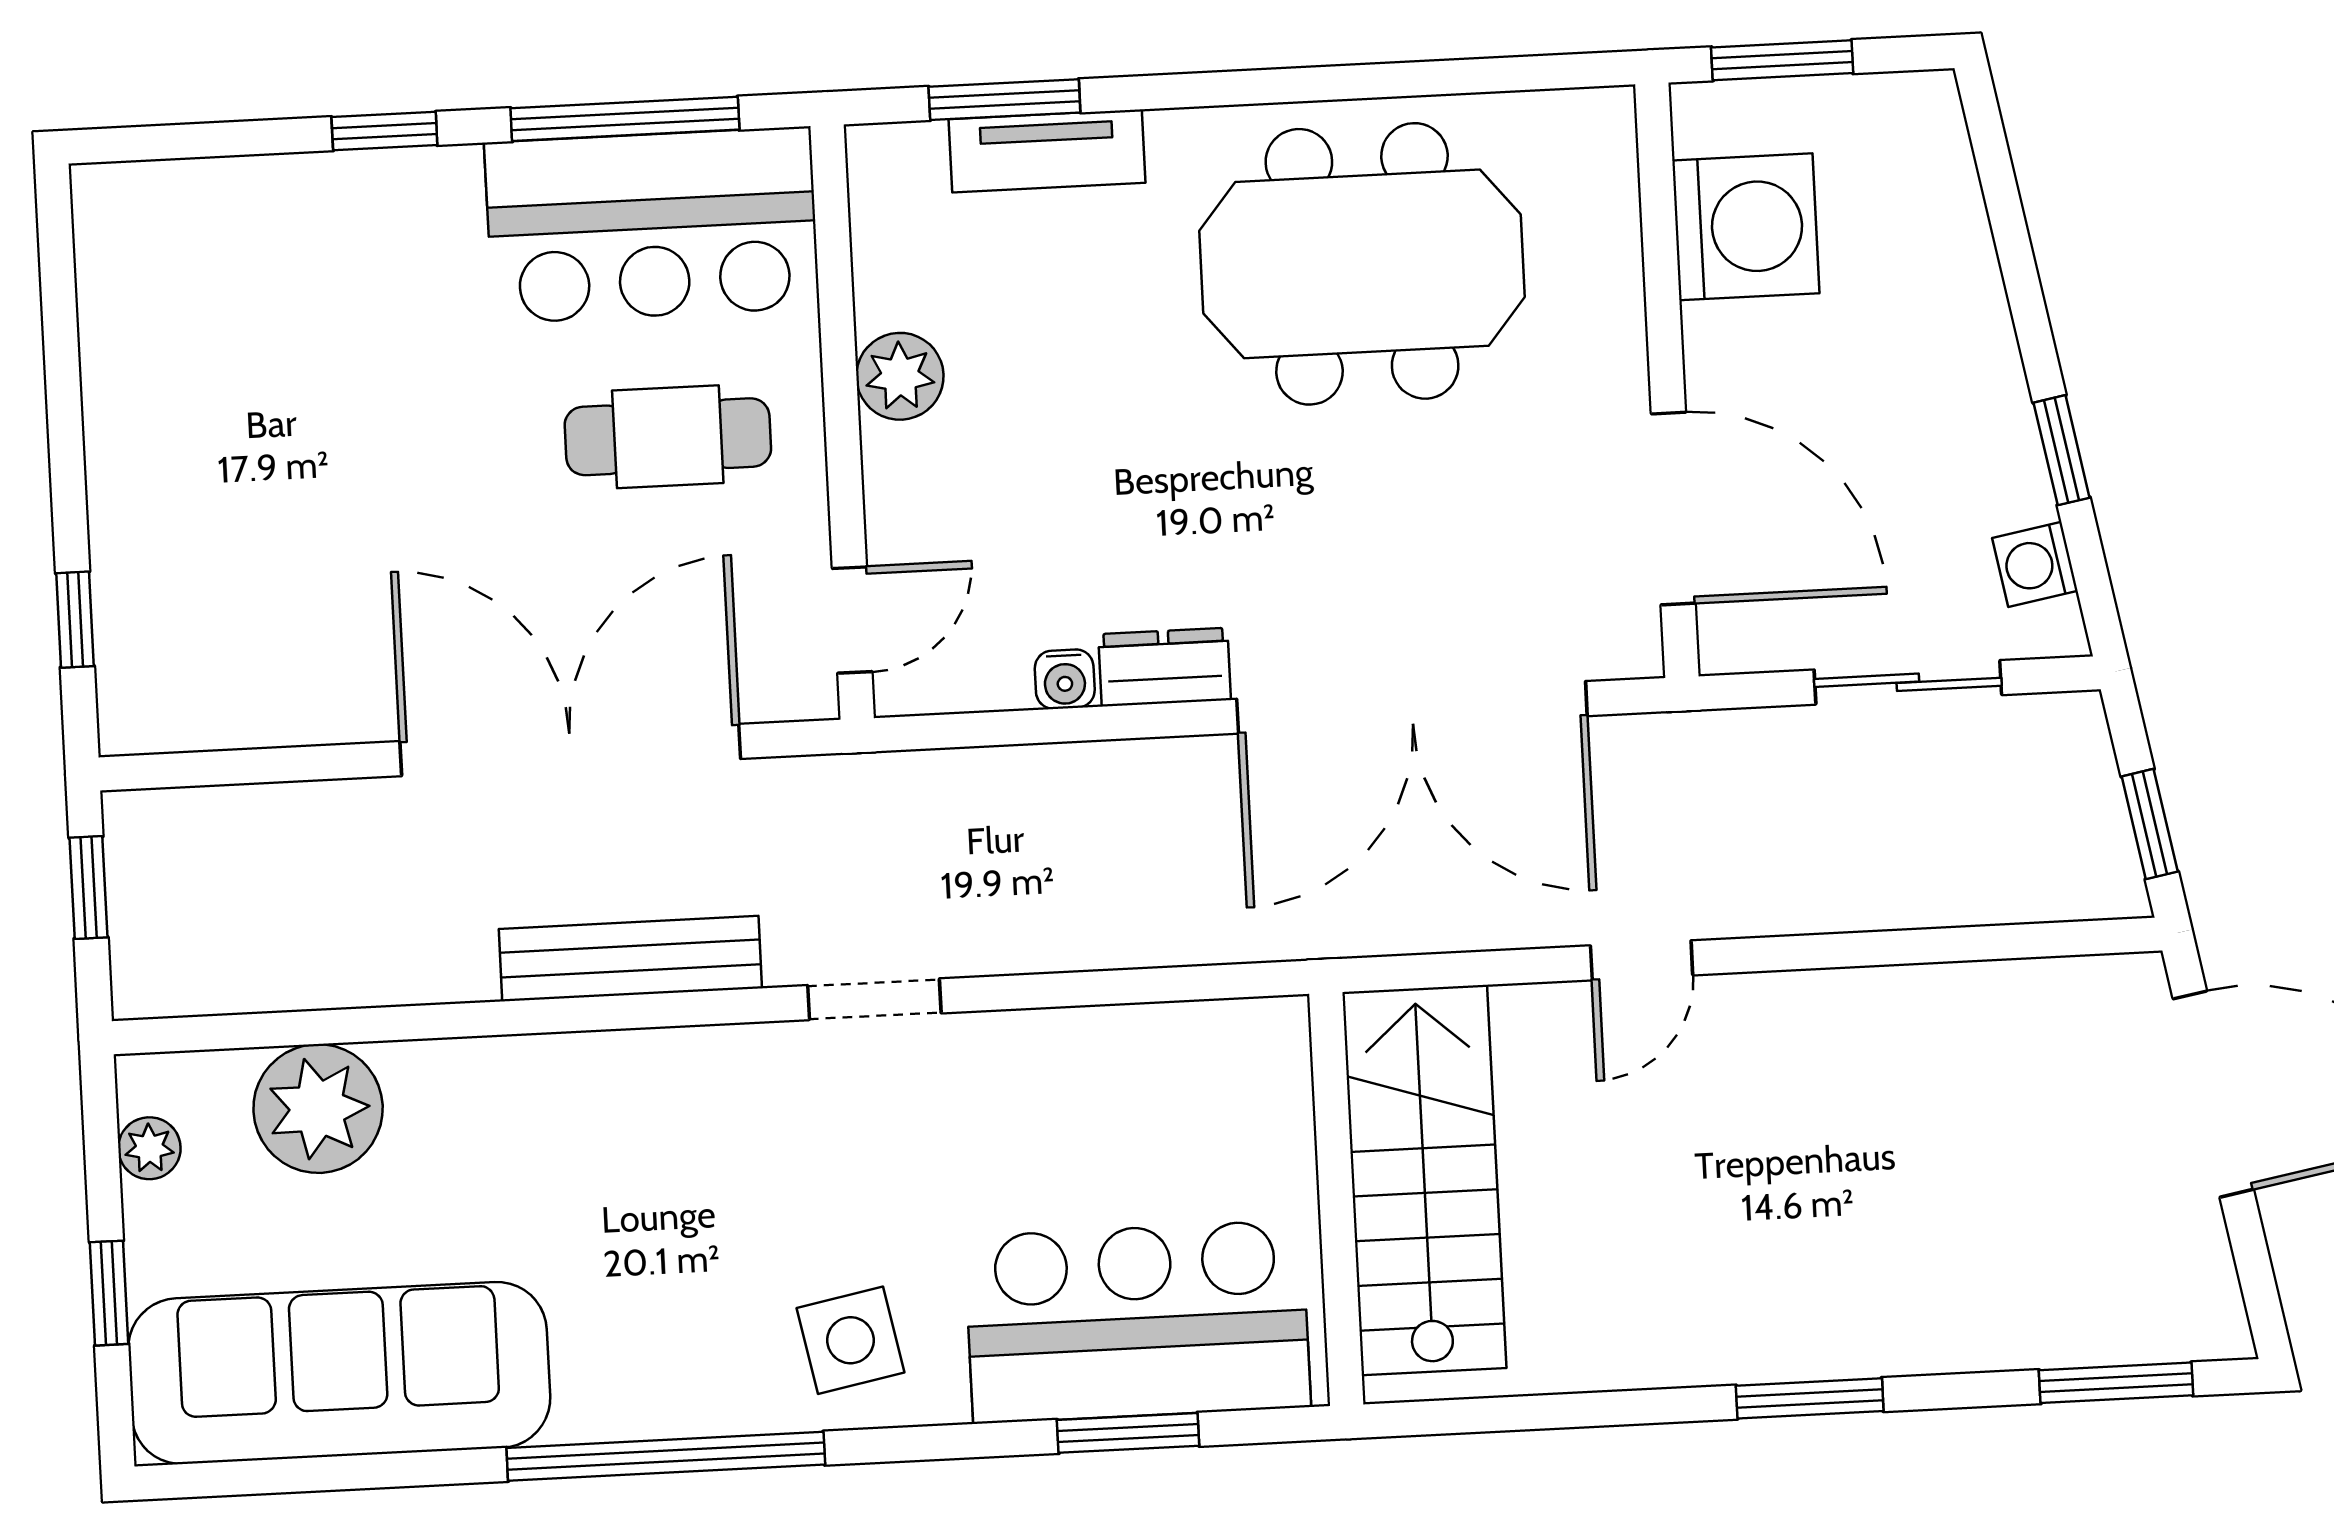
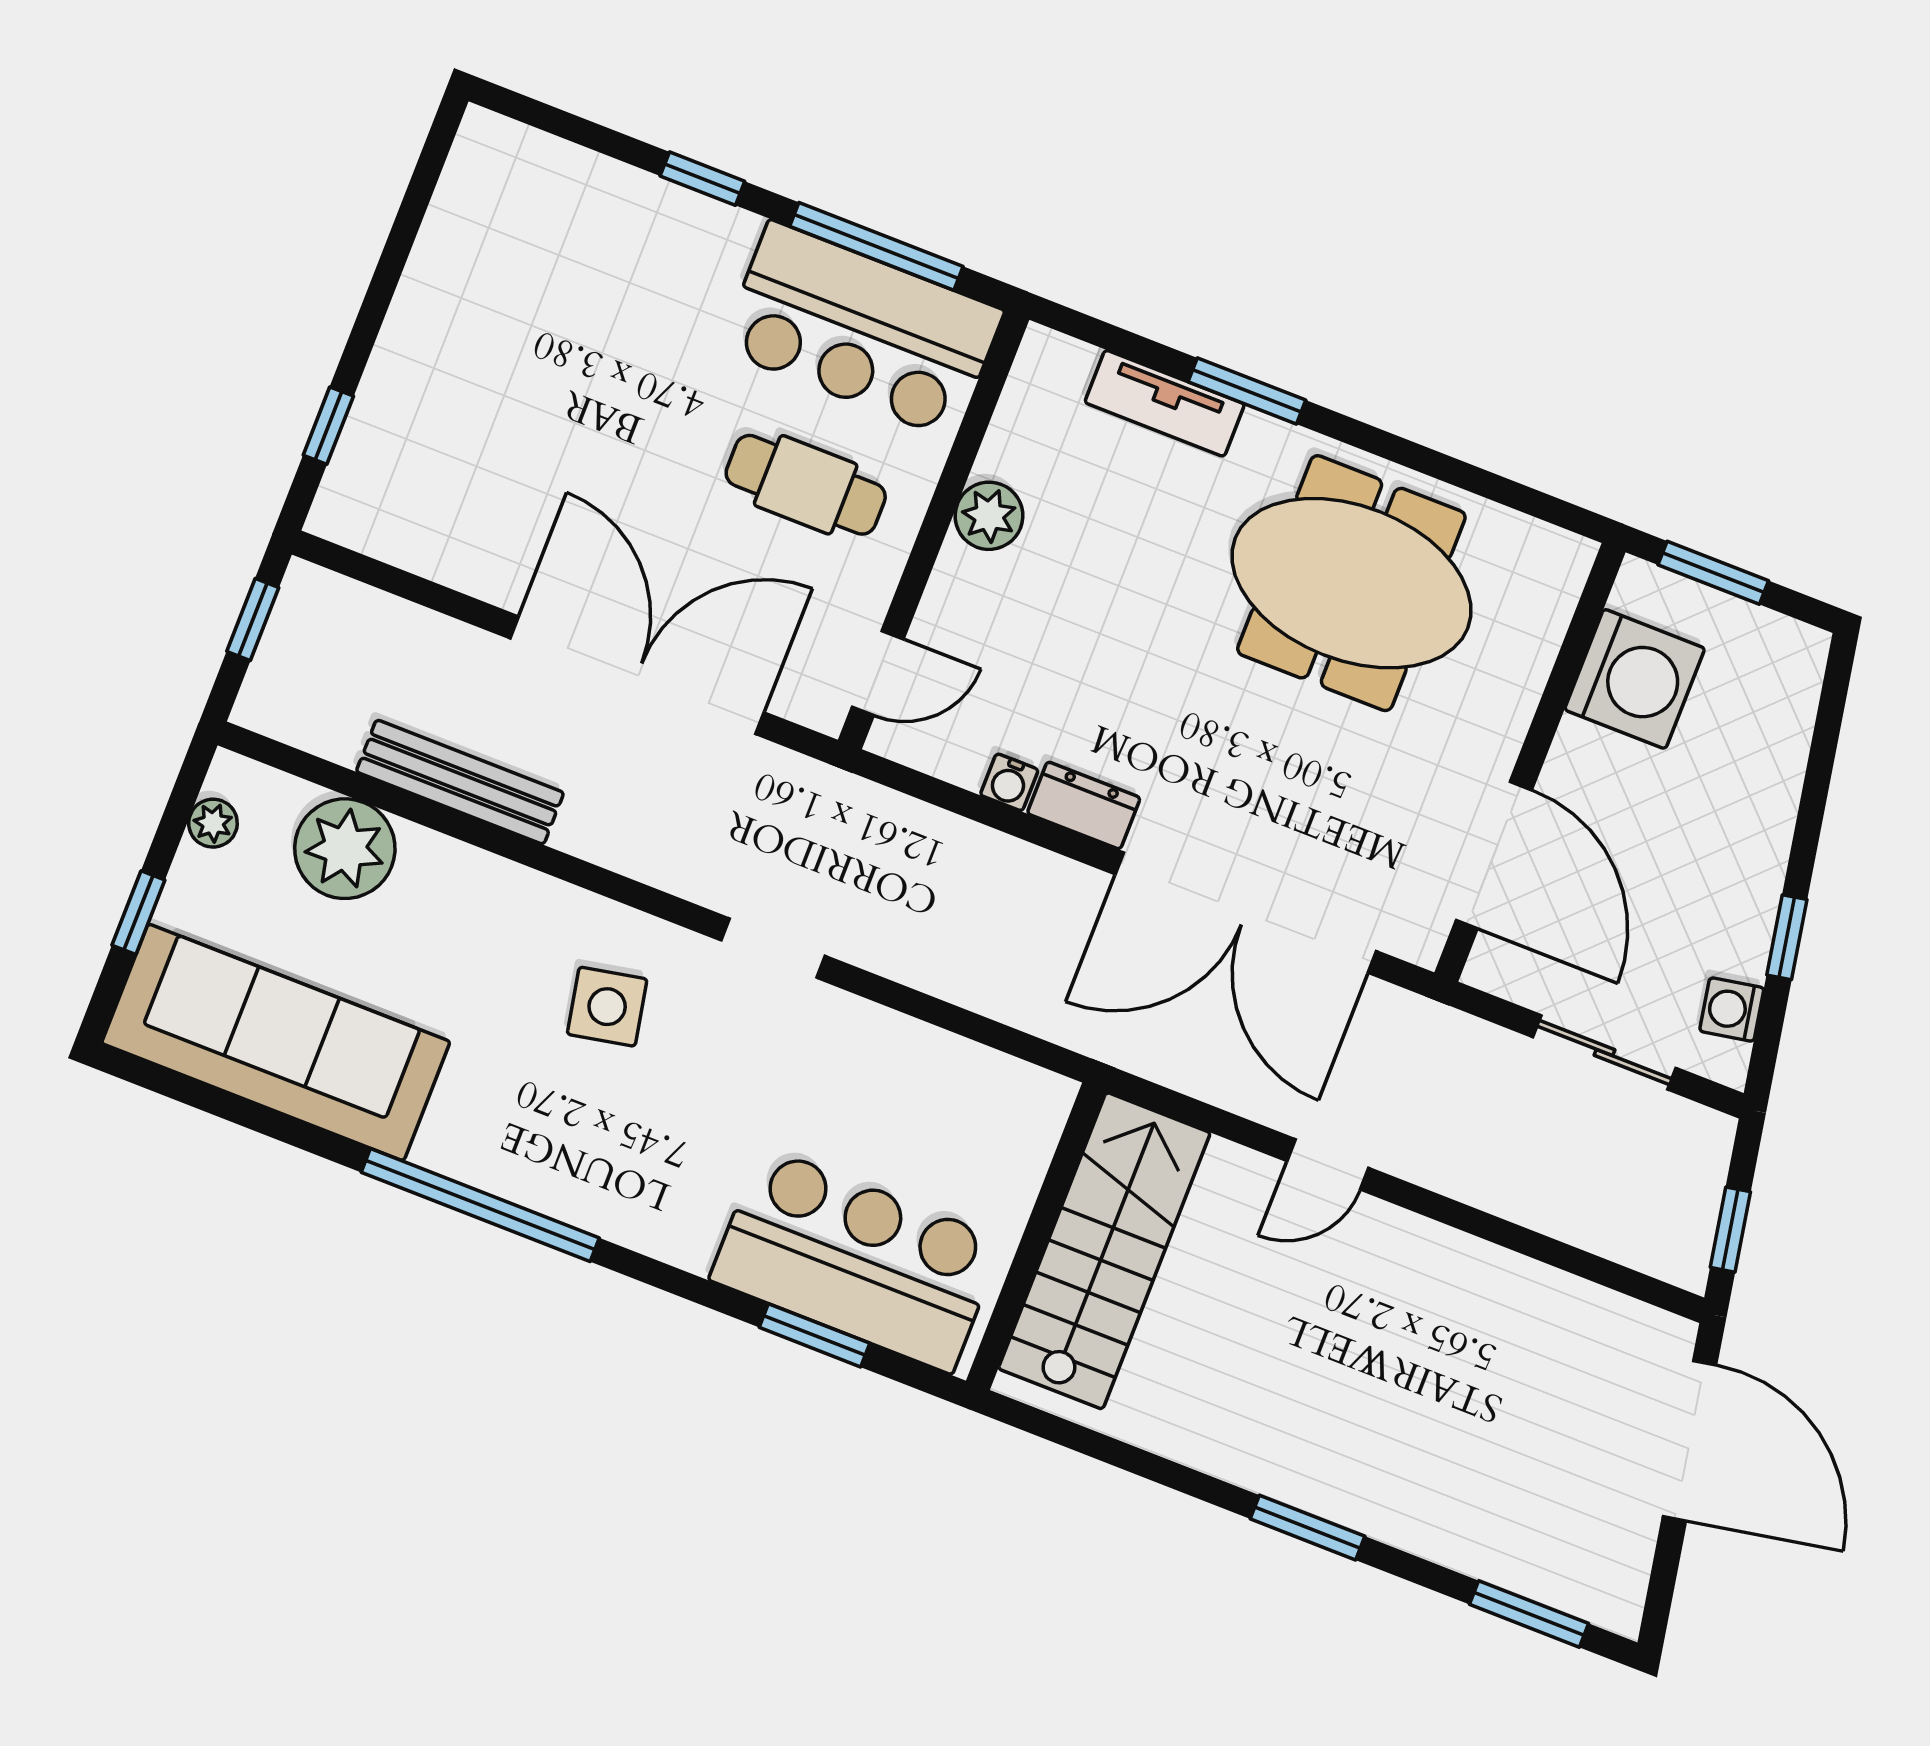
window: (1004, 100) -> (1247, 391), moved
bench: (630, 959) -> (460, 782), moved
side table: (850, 1340) -> (607, 1007), moved

